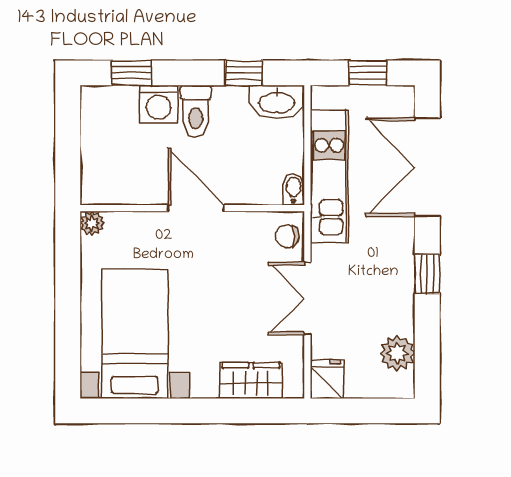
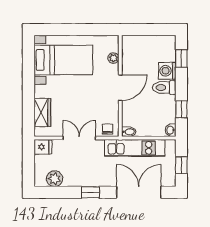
washbasin: (277, 102) -> (171, 130), width x0.52, depth x0.69
plant: (92, 223) -> (113, 58), moved

